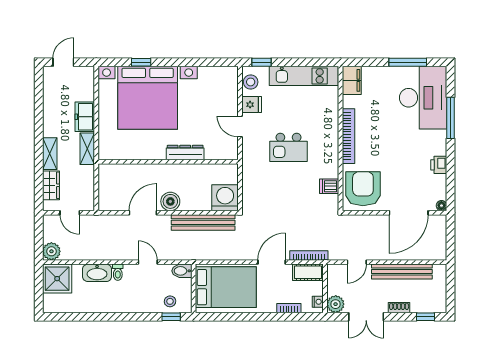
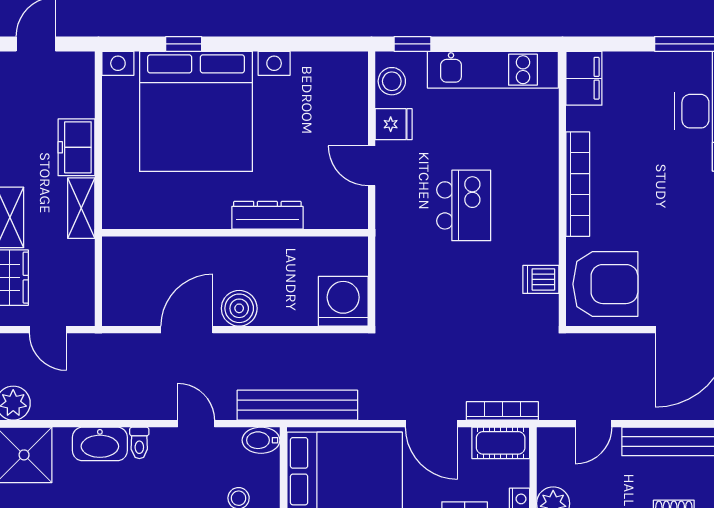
kitchen island: (288, 147) -> (464, 205), turned -90
armchair: (363, 189) -> (605, 284), turned 90
bench: (203, 222) -> (297, 405), moved
door: (272, 262) -> (432, 424), swing flipped

